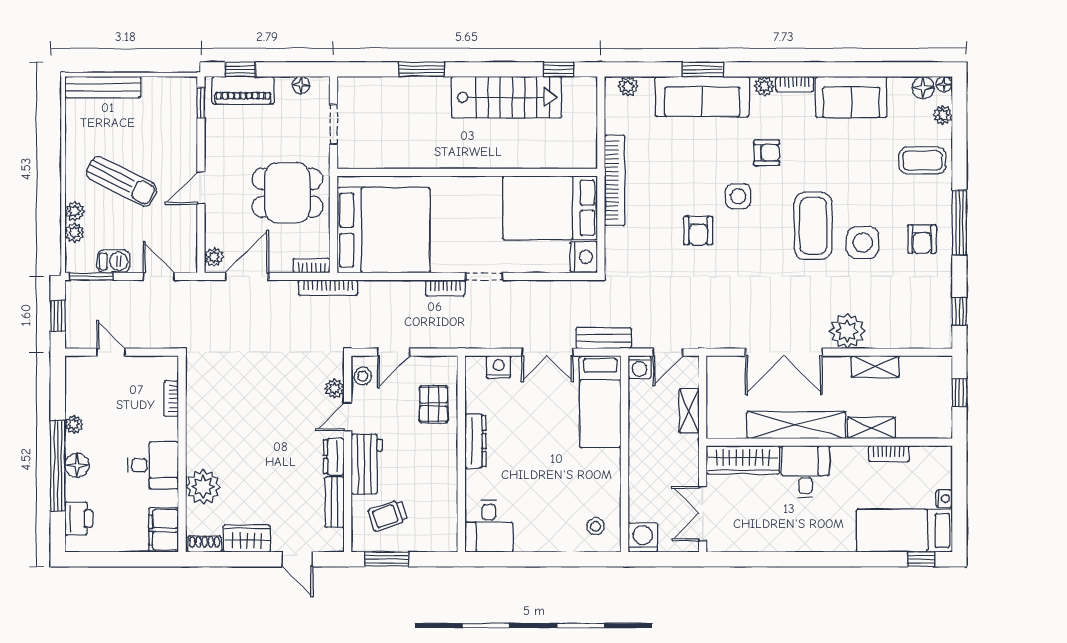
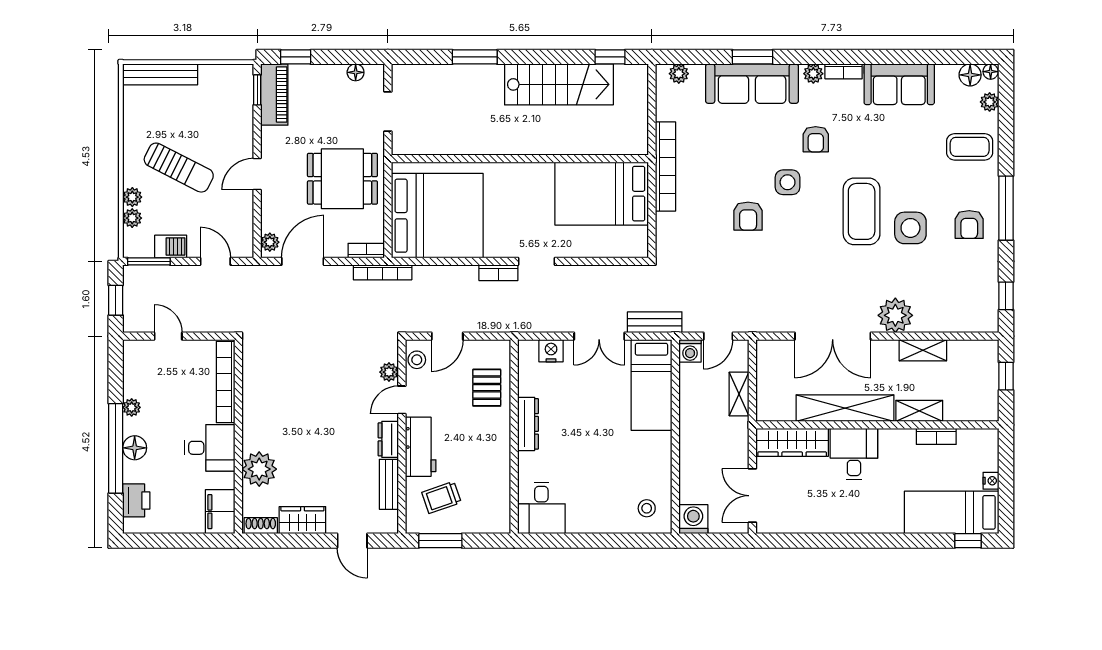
piano: (243, 90) -> (274, 95), moved, turned -90
armchair: (767, 153) -> (816, 139), turned 90
nightstand: (584, 257) -> (635, 242), removed
bookcase: (171, 399) -> (226, 382), width x2.31, depth x1.31

